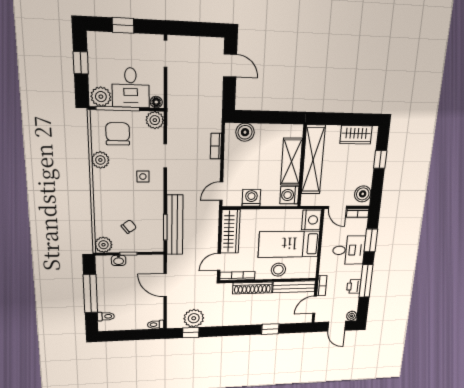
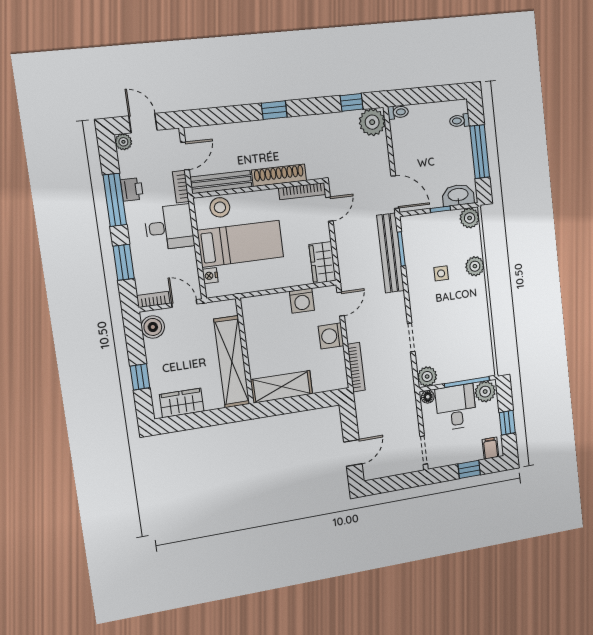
filing cabinet: (100, 42) -> (491, 448), added
door: (230, 66) -> (353, 453), swing flipped
boiler: (245, 132) -> (323, 381), removed
chair: (118, 134) -> (465, 354), removed
bookcase: (216, 146) -> (356, 367), width x1.56
plant: (100, 160) -> (475, 266), moved
shelving: (291, 162) -> (282, 387), moved, turned 90
side table: (143, 177) -> (441, 273), moved
washing machine: (289, 195) -> (331, 336), moved, turned 180
nightstand: (312, 220) -> (210, 276), width x0.53, depth x0.56
chair: (129, 227) -> (443, 244), removed
wardrobe: (230, 231) -> (323, 263), width x0.67
desk: (349, 250) -> (169, 227), moved, turned 180
washbasin: (119, 260) -> (458, 195), width x1.91, depth x1.45
stool: (278, 270) -> (220, 207), moved
door: (165, 285) -> (395, 192), moved
plant: (194, 318) -> (372, 122), moved
window: (270, 329) -> (274, 110), moved

